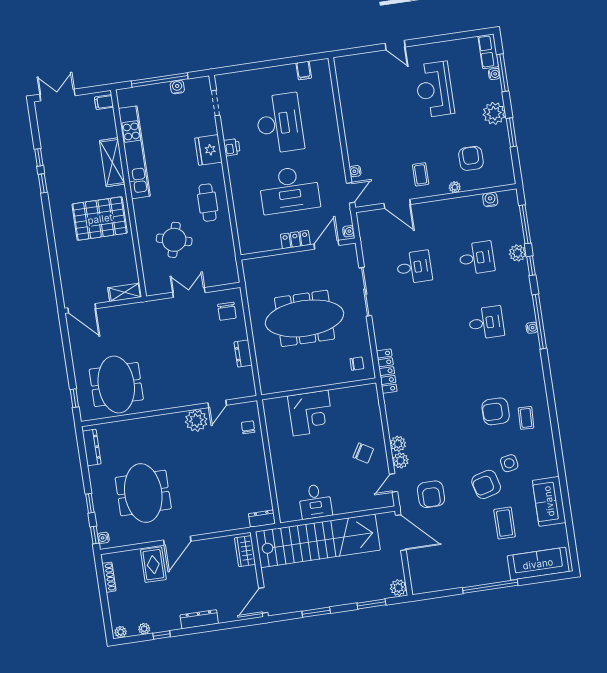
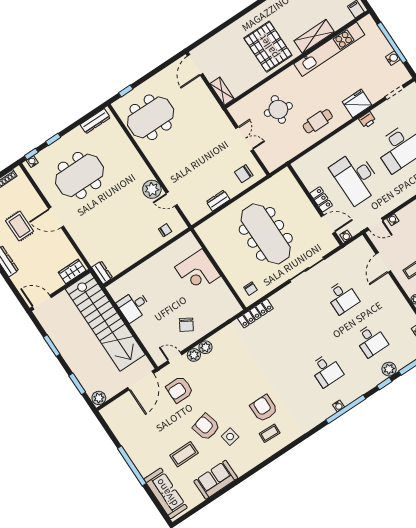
rug: (153, 565) -> (20, 226), moved, turned 90

